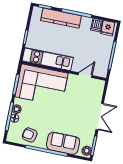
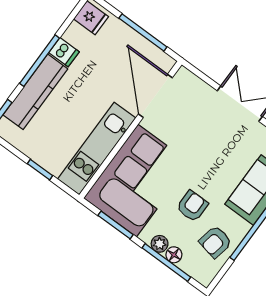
dishwasher: (97, 25) -> (64, 52), moved
door: (85, 75) -> (155, 96), width x1.88
armchair: (41, 116) -> (192, 206), added

